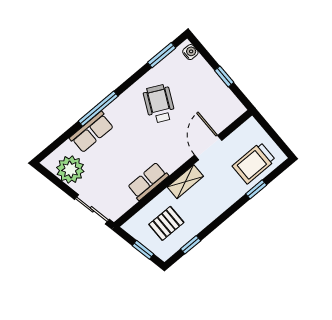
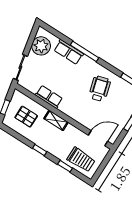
wheelchair: (159, 104) -> (100, 89), turned -42
door: (208, 148) -> (98, 138), moved
trolley: (254, 163) -> (81, 160), turned 180
window: (191, 245) -> (40, 150), moved

